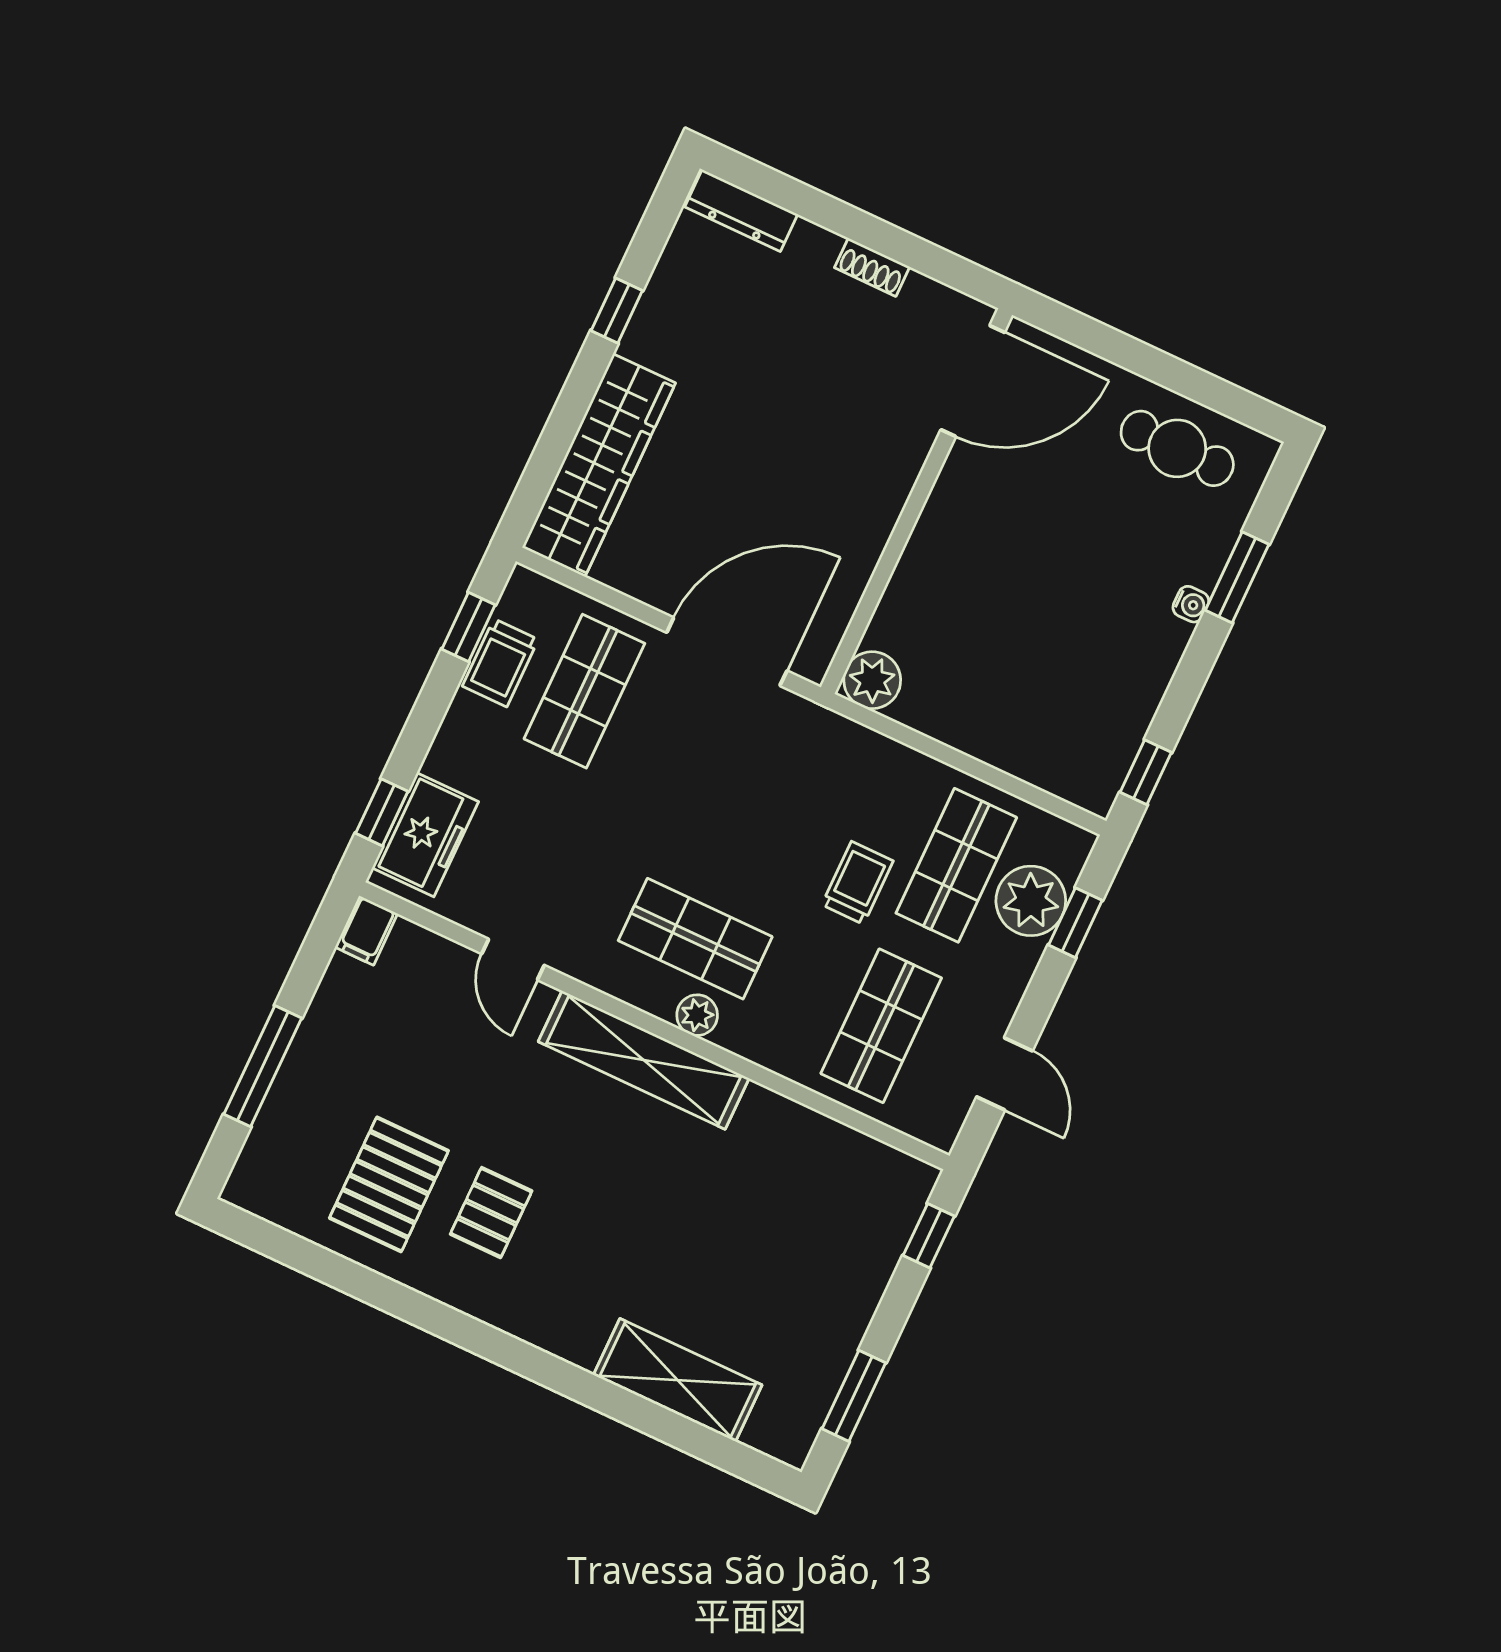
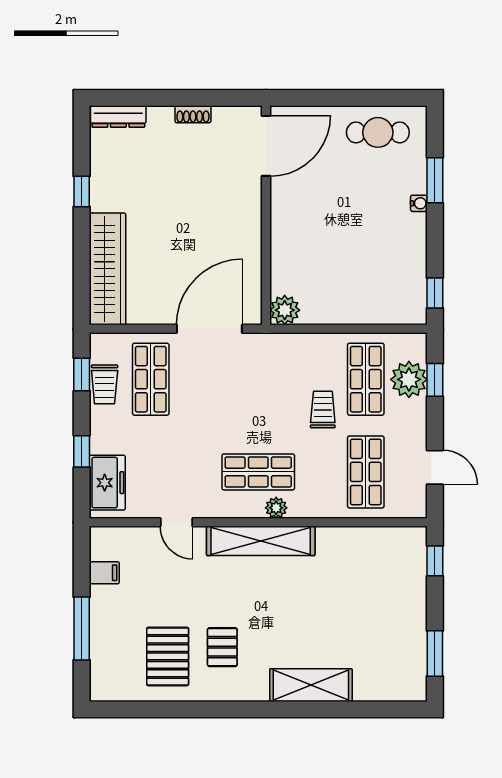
window: (382, 812) -> (82, 451), moved
filing cabinet: (366, 930) -> (104, 573), moved, turned -90
shelving: (678, 1380) -> (311, 685), moved

